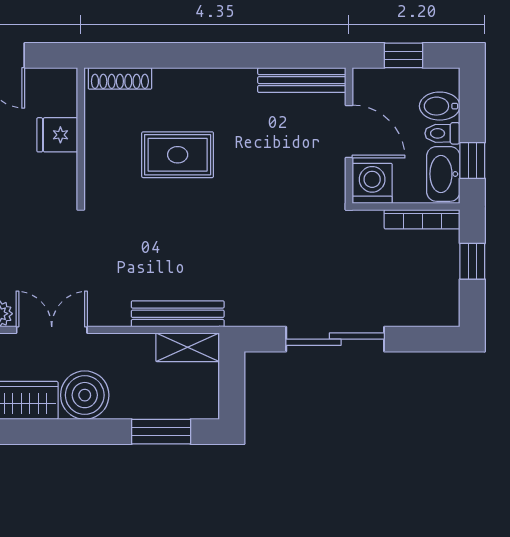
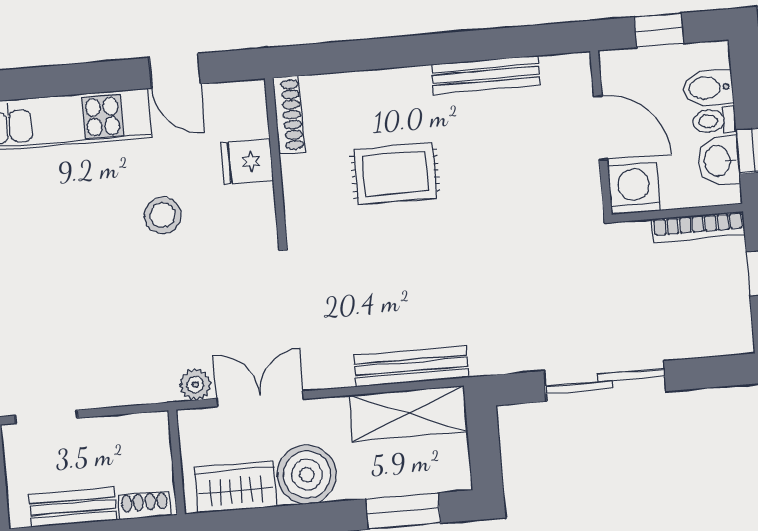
shoe rack: (120, 78) -> (289, 115), moved, turned -90
bench: (302, 80) -> (486, 75), moved
washbasin: (443, 174) -> (718, 161), width x0.72
shelving: (188, 347) -> (408, 413), width x1.50, depth x1.33

